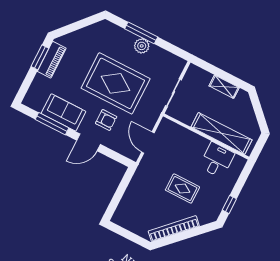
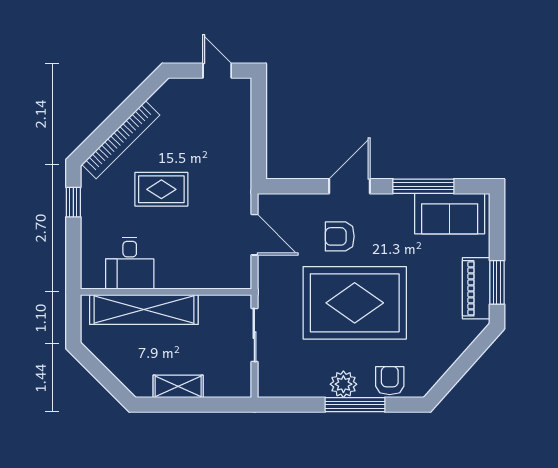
armchair: (118, 36) -> (390, 381), added
sofa: (63, 112) -> (450, 214), moved
bookcase: (174, 229) -> (121, 140), moved
door: (125, 233) -> (217, 71), added

